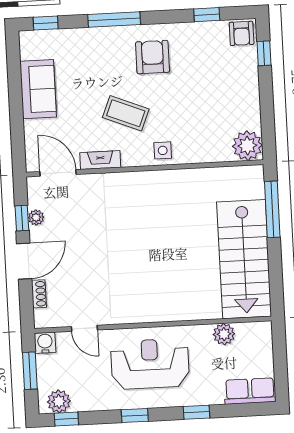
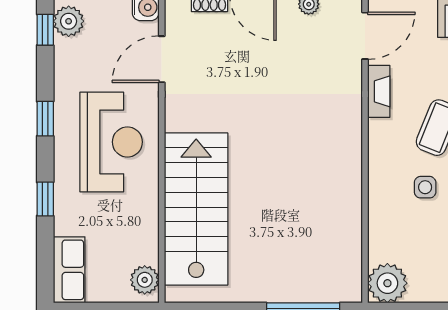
side table: (163, 150) -> (425, 187), moved
stairs: (244, 259) -> (196, 209), moved, turned 90
door: (84, 328) -> (162, 59), width x1.38
plant: (224, 334) -> (145, 280), moved

